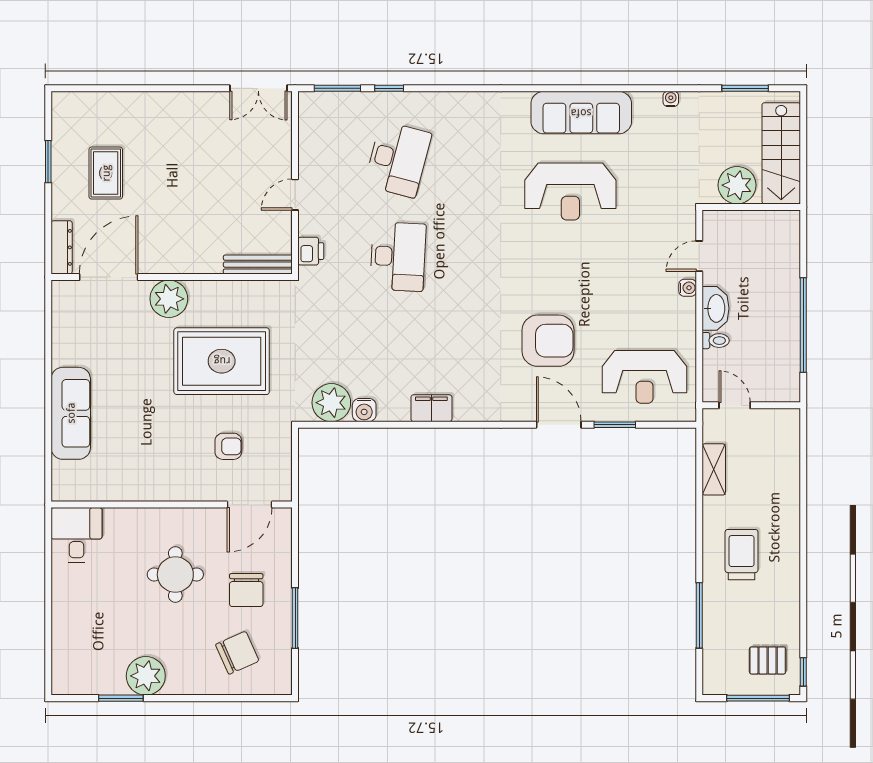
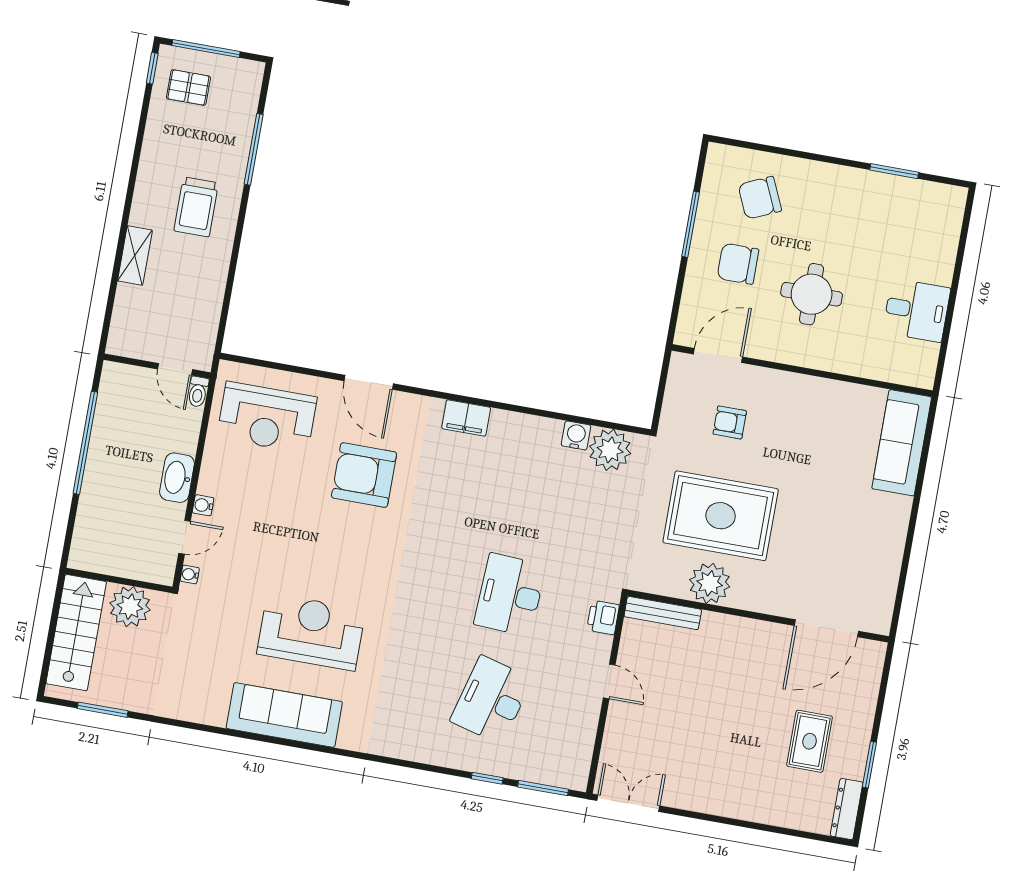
water cooler: (671, 99) -> (190, 574), moved, turned 90
door: (295, 195) -> (609, 681), hinge flipped
dresser: (62, 247) -> (847, 809), moved
plant: (169, 299) -> (710, 583), moved
toilet: (716, 341) -> (198, 392), moved, turned -90
reception desk: (644, 377) -> (267, 417), turned 180
filing cabinet: (431, 408) -> (466, 418), moved
sofa: (71, 413) -> (902, 443), moved
window: (615, 425) -> (308, 371), removed
shelving: (714, 469) -> (135, 255), moved
desk: (77, 535) -> (917, 310), moved, turned -90
chair: (246, 590) -> (738, 264), turned -90
plant: (146, 676) -> (863, 190), removed

